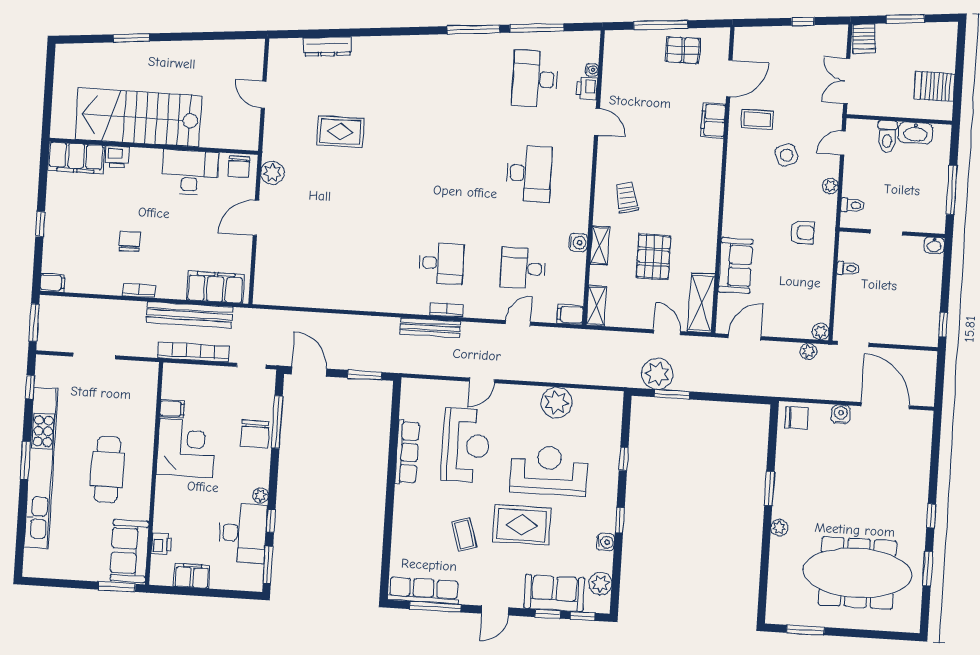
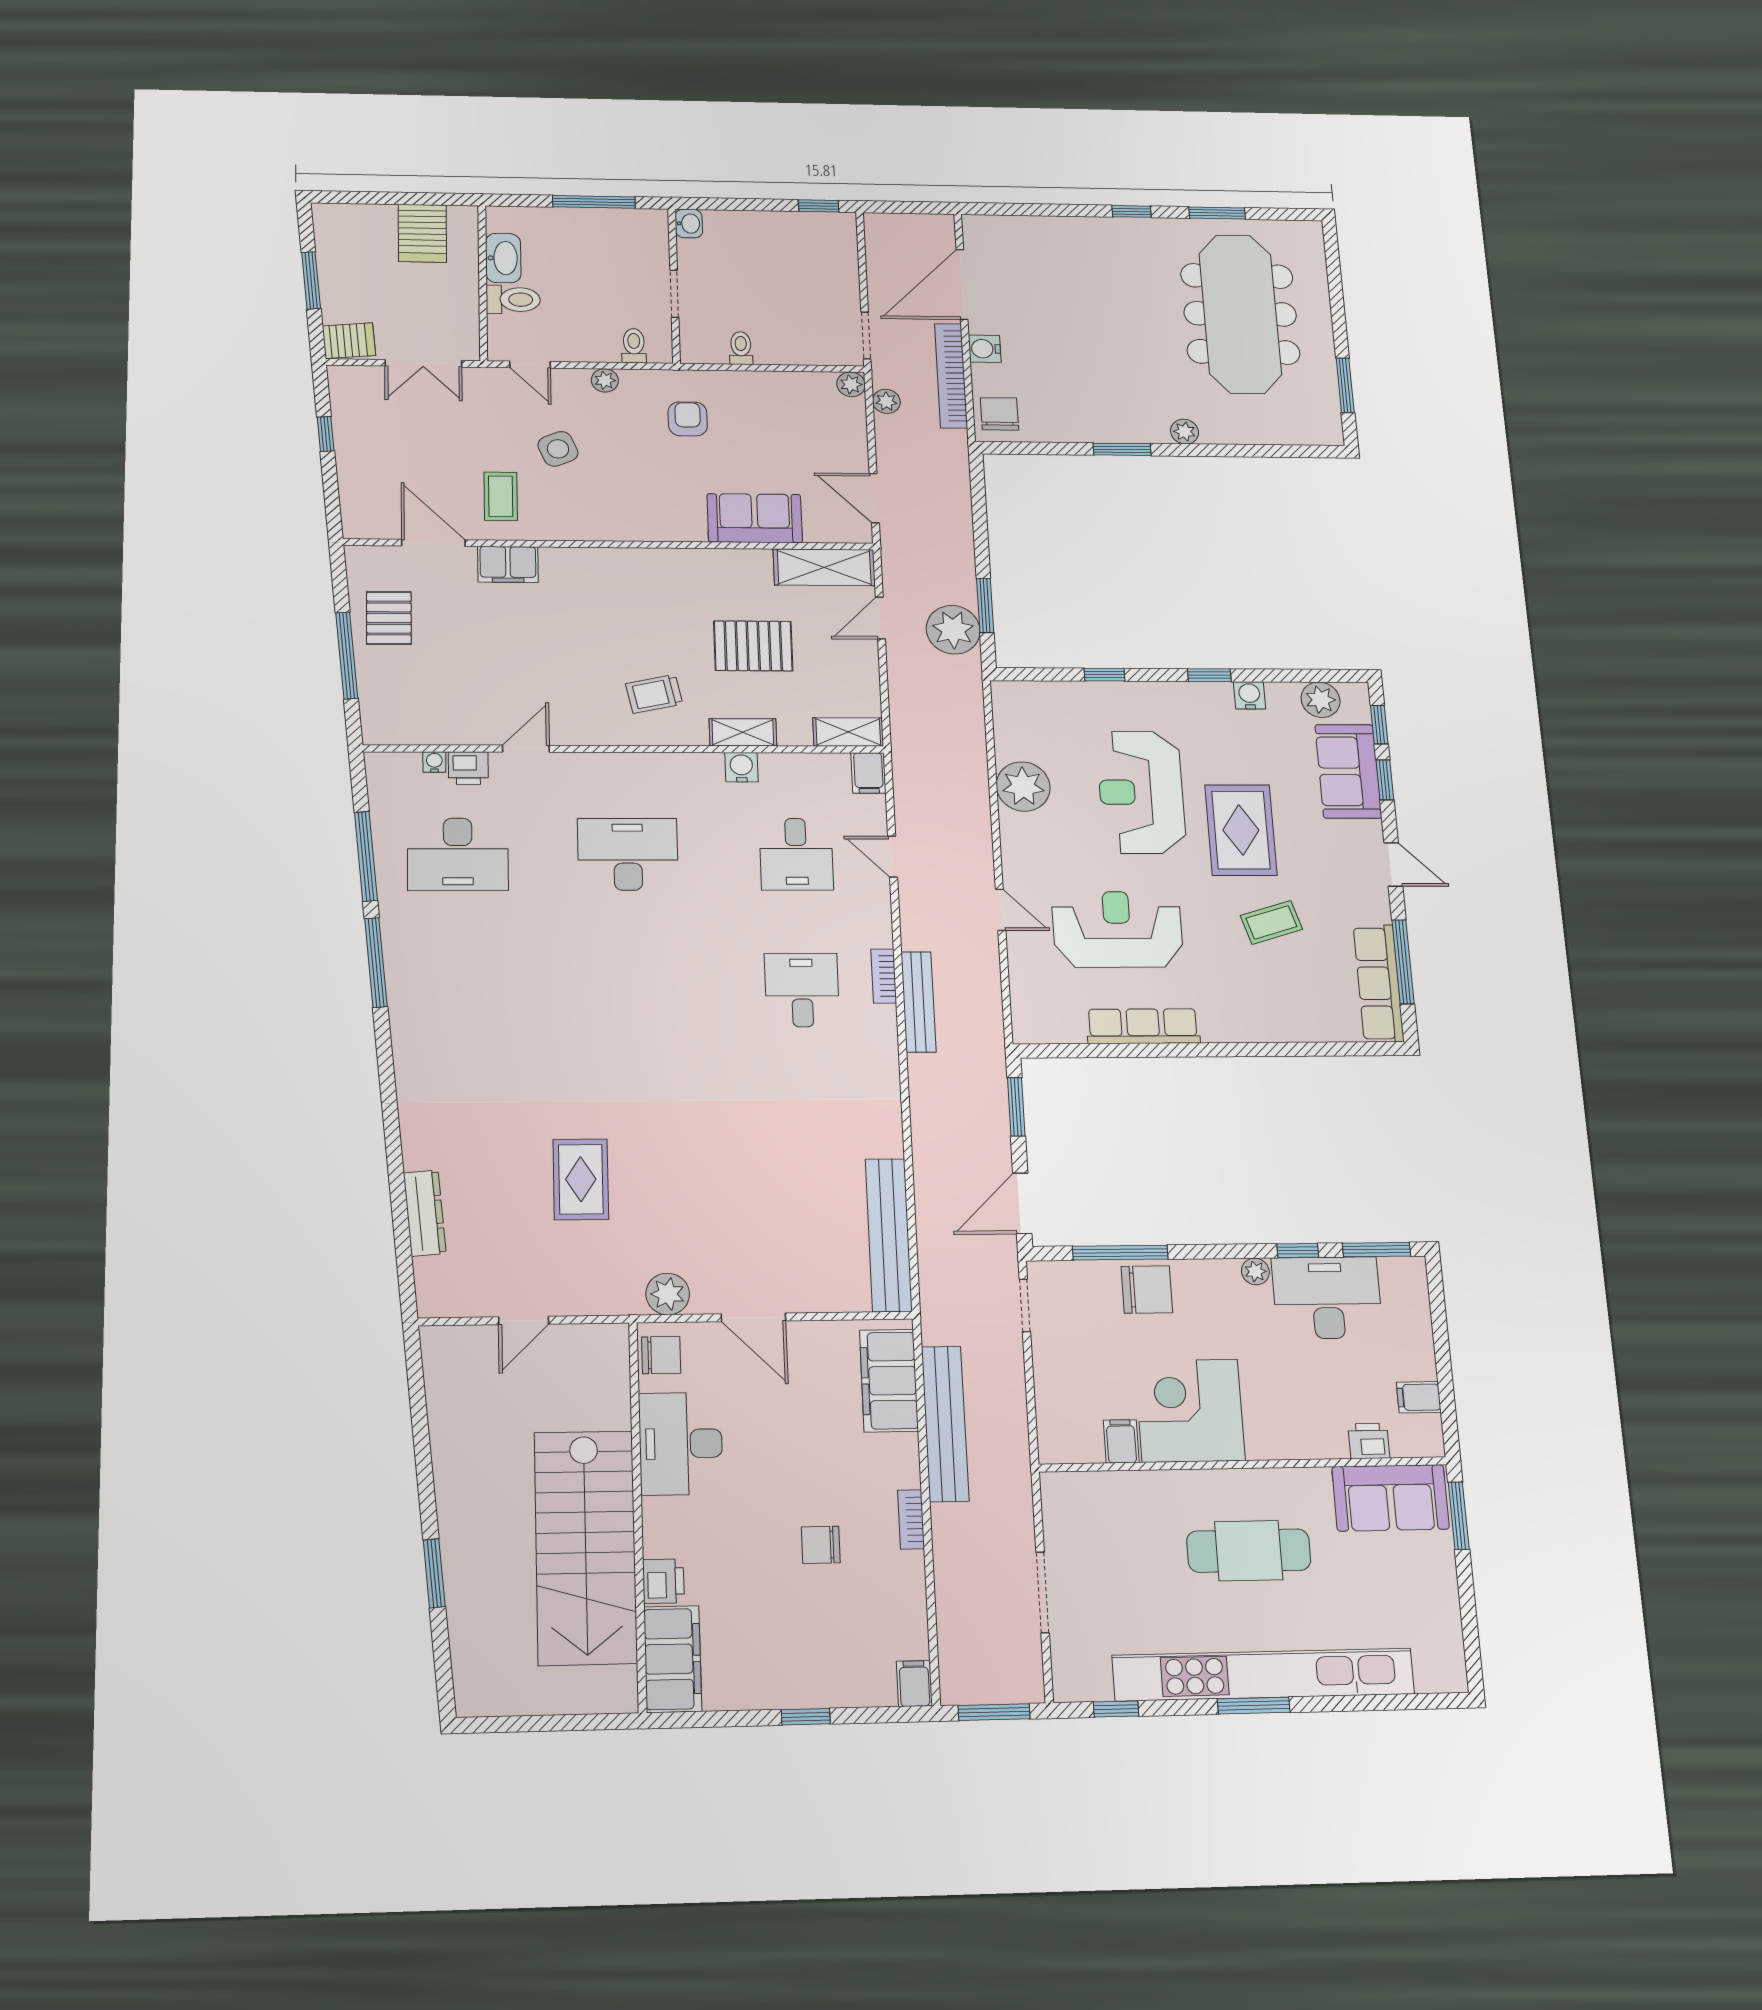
bench: (296, 296) -> (889, 1235), added
bookcase: (193, 352) -> (951, 376), moved
filing cabinet: (192, 576) -> (1419, 1397), width x0.50

